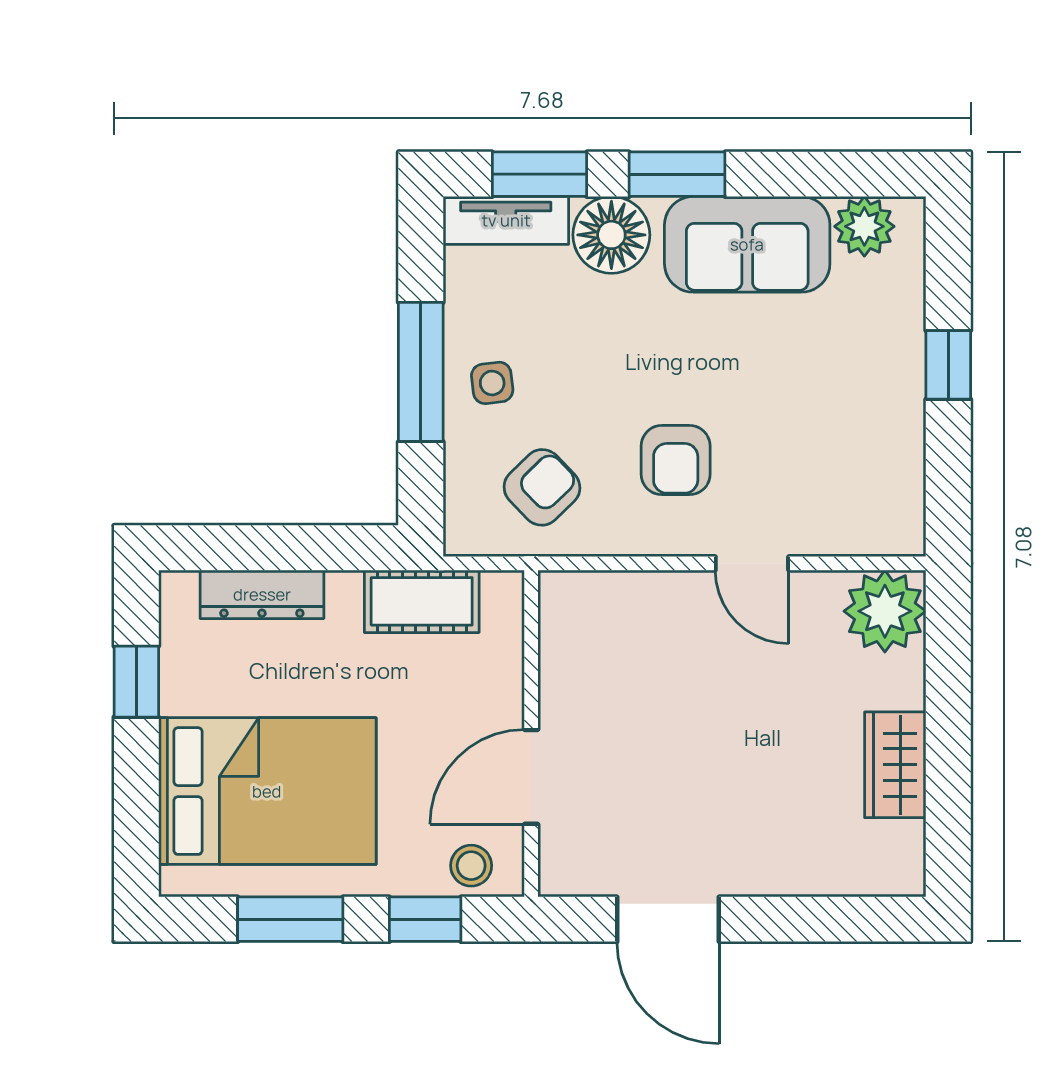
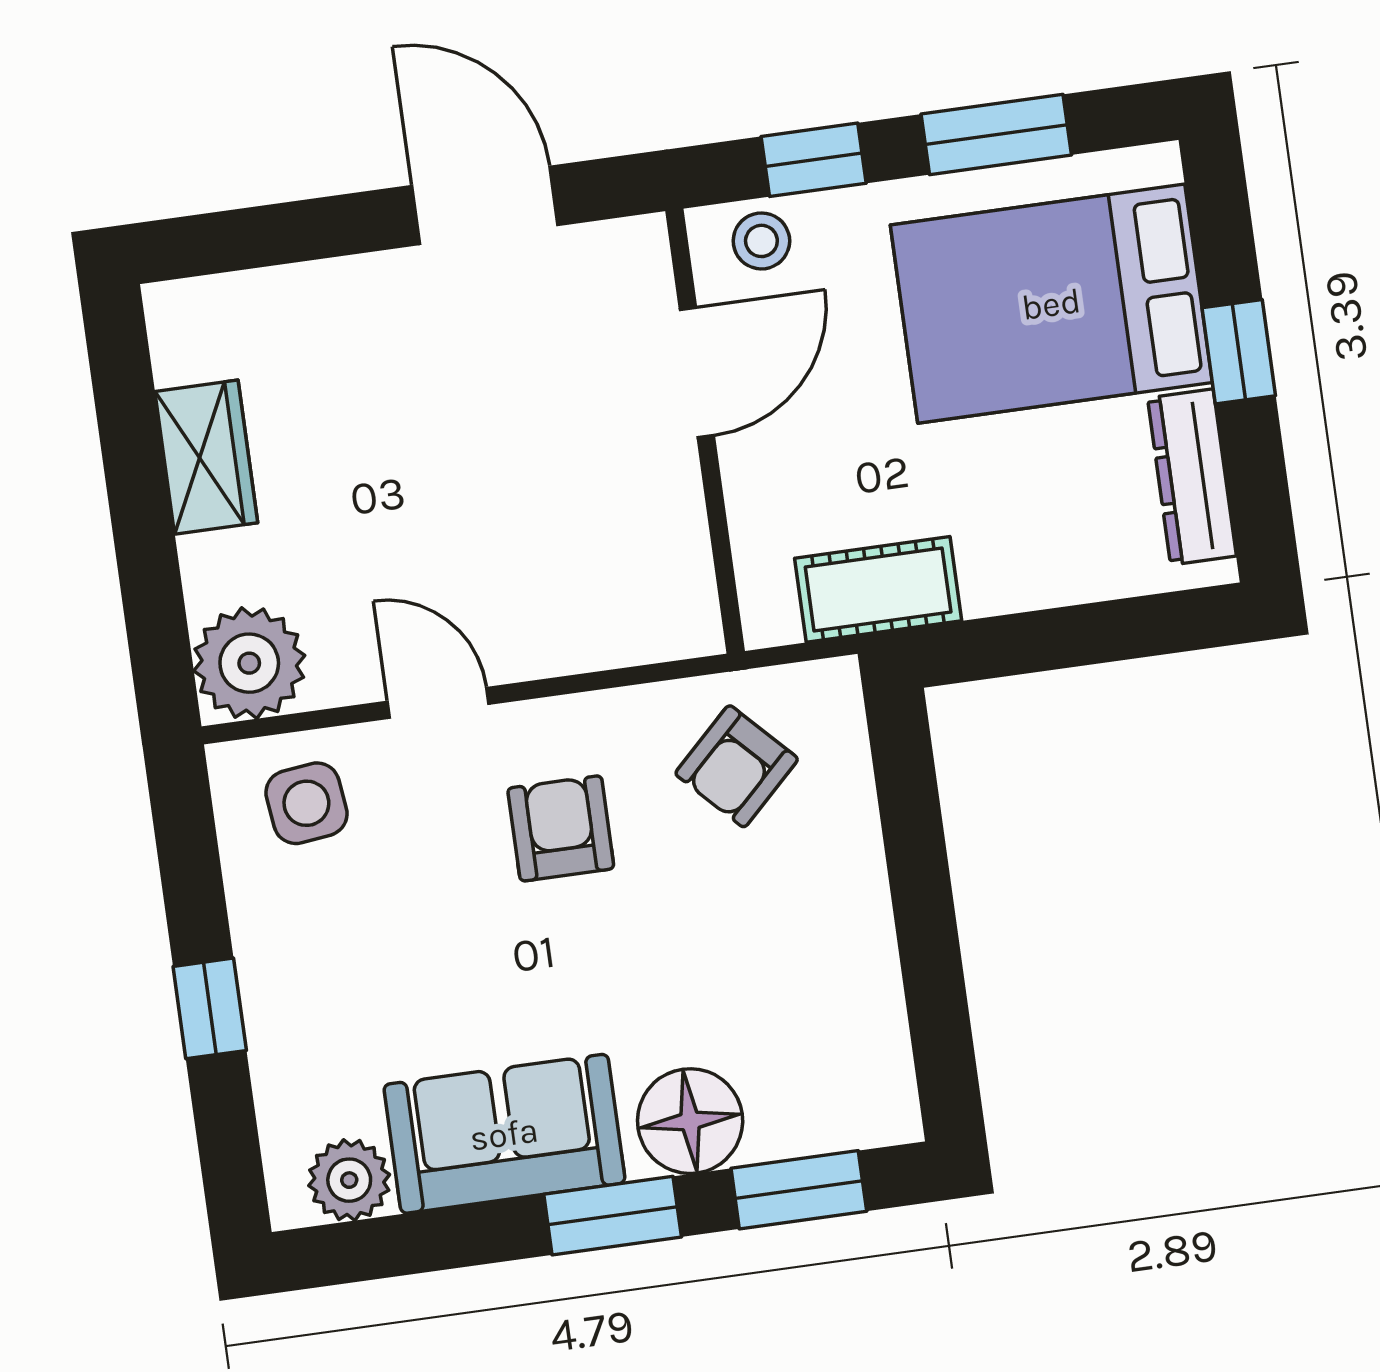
tv unit: (506, 220) -> (836, 1121), removed
window: (421, 372) -> (922, 900), removed
side table: (492, 383) -> (306, 803), moved, width x1.37, depth x1.37
dresser: (262, 594) -> (1192, 477), moved, turned -90
window: (136, 682) -> (1239, 352), moved

